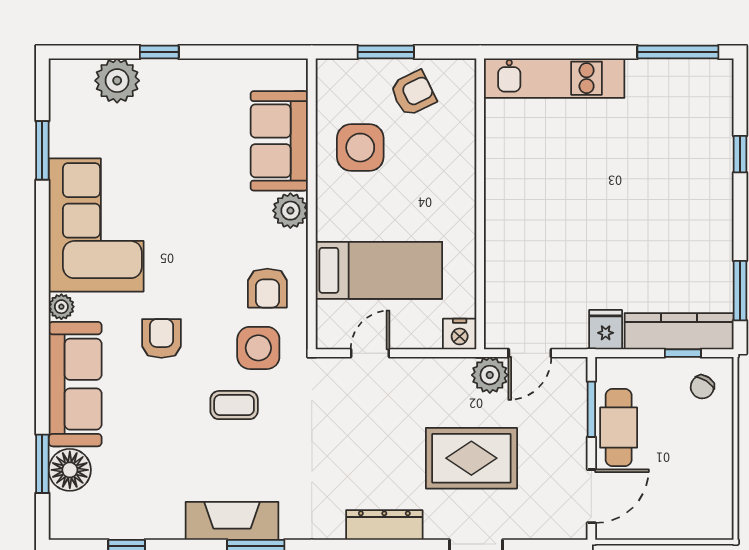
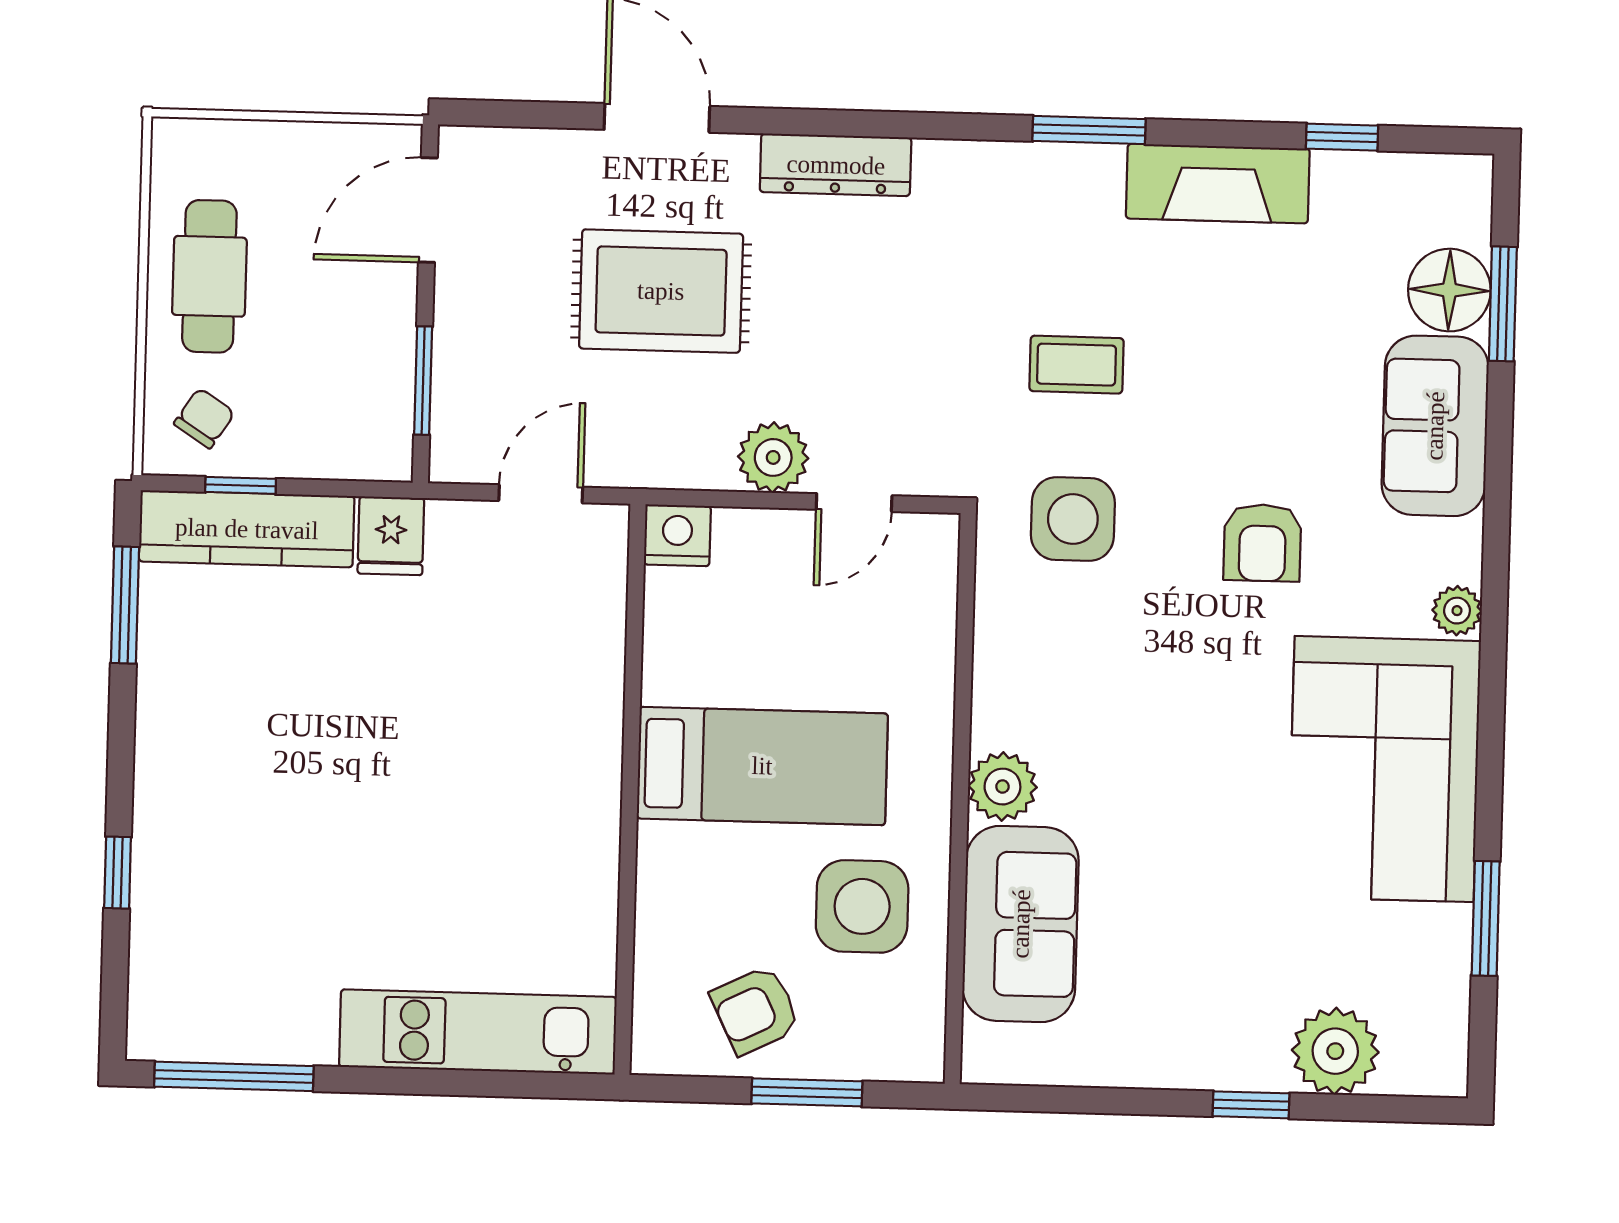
bed: (379, 270) -> (762, 766), moved, turned 180
armchair: (267, 288) -> (1052, 636), removed
plant: (490, 375) -> (773, 457), moved
sofa: (75, 384) -> (1435, 426), width x0.73
coffee table: (234, 405) -> (1076, 365), moved
cafe table: (619, 428) -> (209, 276), moved
fireplace: (232, 521) -> (1218, 184), moved

